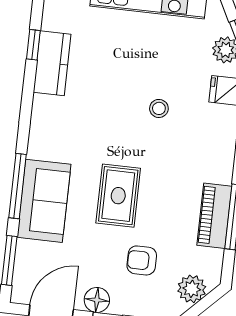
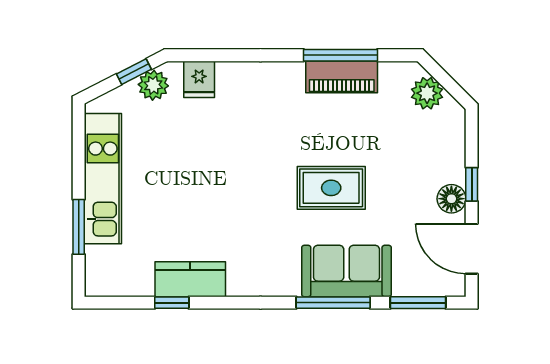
stool: (159, 108) -> (228, 153), removed
armchair: (142, 260) -> (401, 153), removed

